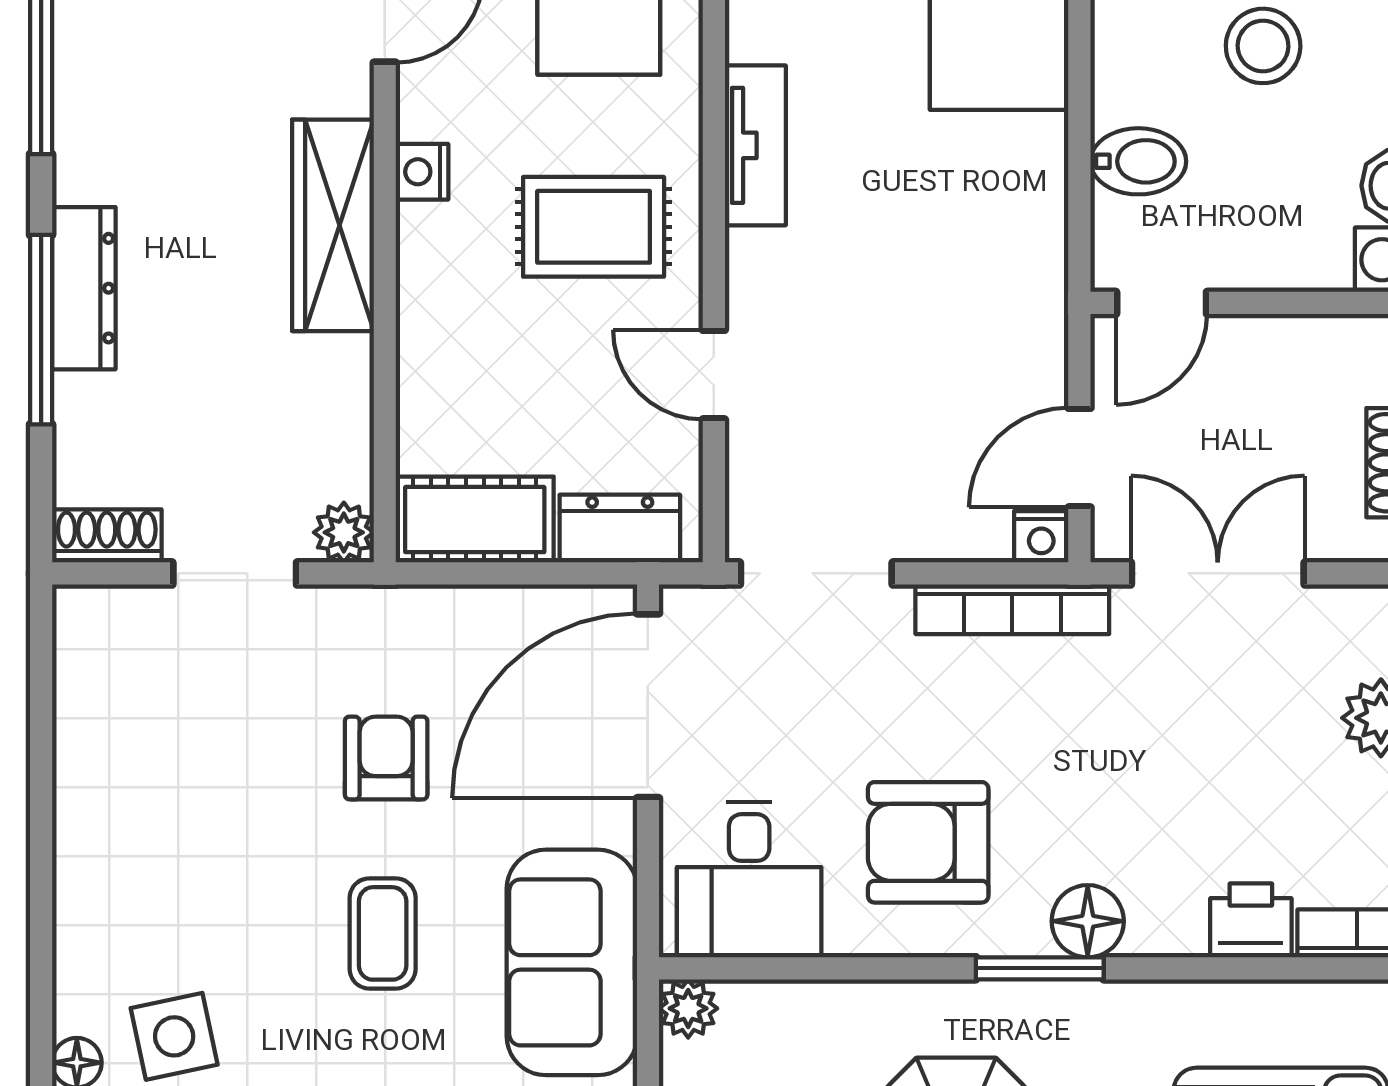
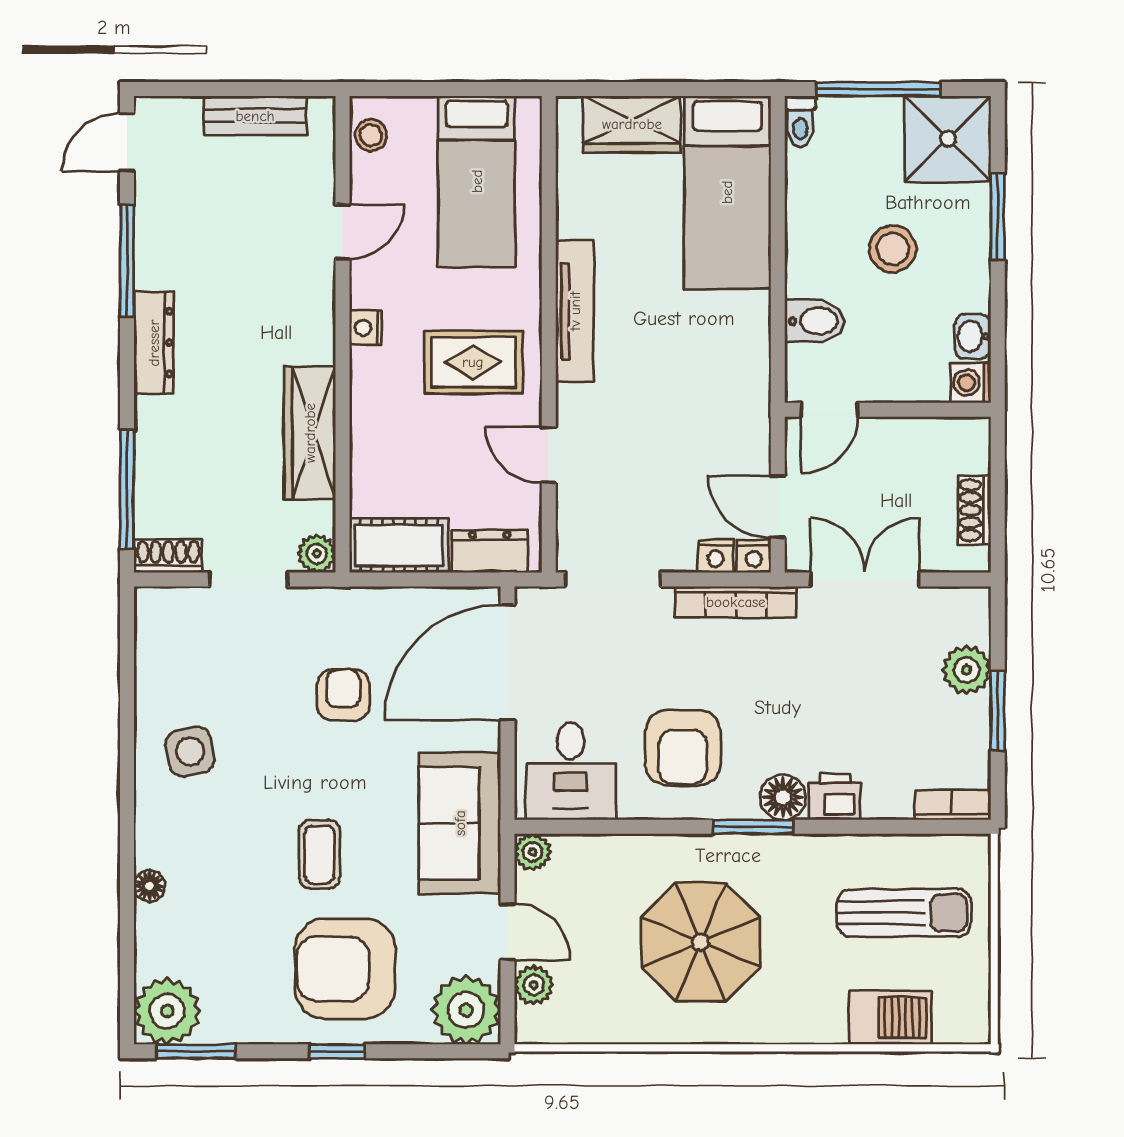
tv unit: (755, 145) -> (575, 311), width x1.41
wardrobe: (333, 225) -> (310, 433), moved
dresser: (84, 288) -> (154, 343), moved
window: (41, 330) -> (127, 489), moved
door: (1079, 458) -> (778, 507), hinge flipped
nightstand: (980, 536) -> (716, 556), added
armchair: (928, 842) -> (683, 748), turned -89
printer: (1251, 920) -> (835, 797), moved
coffee table: (383, 933) -> (319, 854), moved
side table: (174, 1036) -> (190, 752), moved

